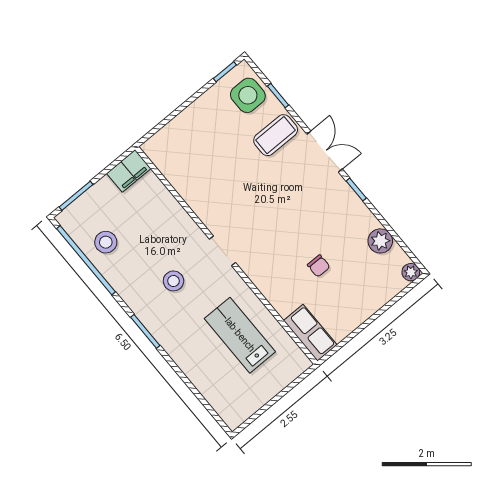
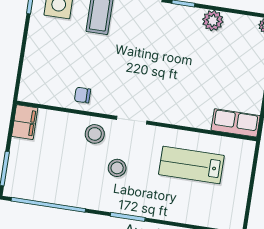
plant: (380, 241) -> (213, 21), moved
stool: (106, 242) -> (95, 134), moved
chair: (319, 266) -> (82, 95), moved, turned 180

